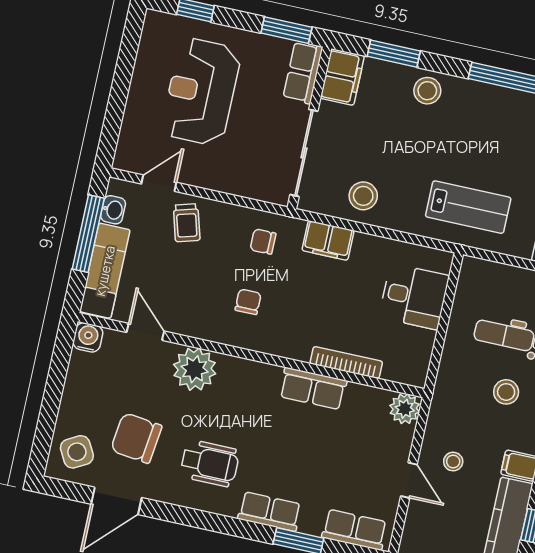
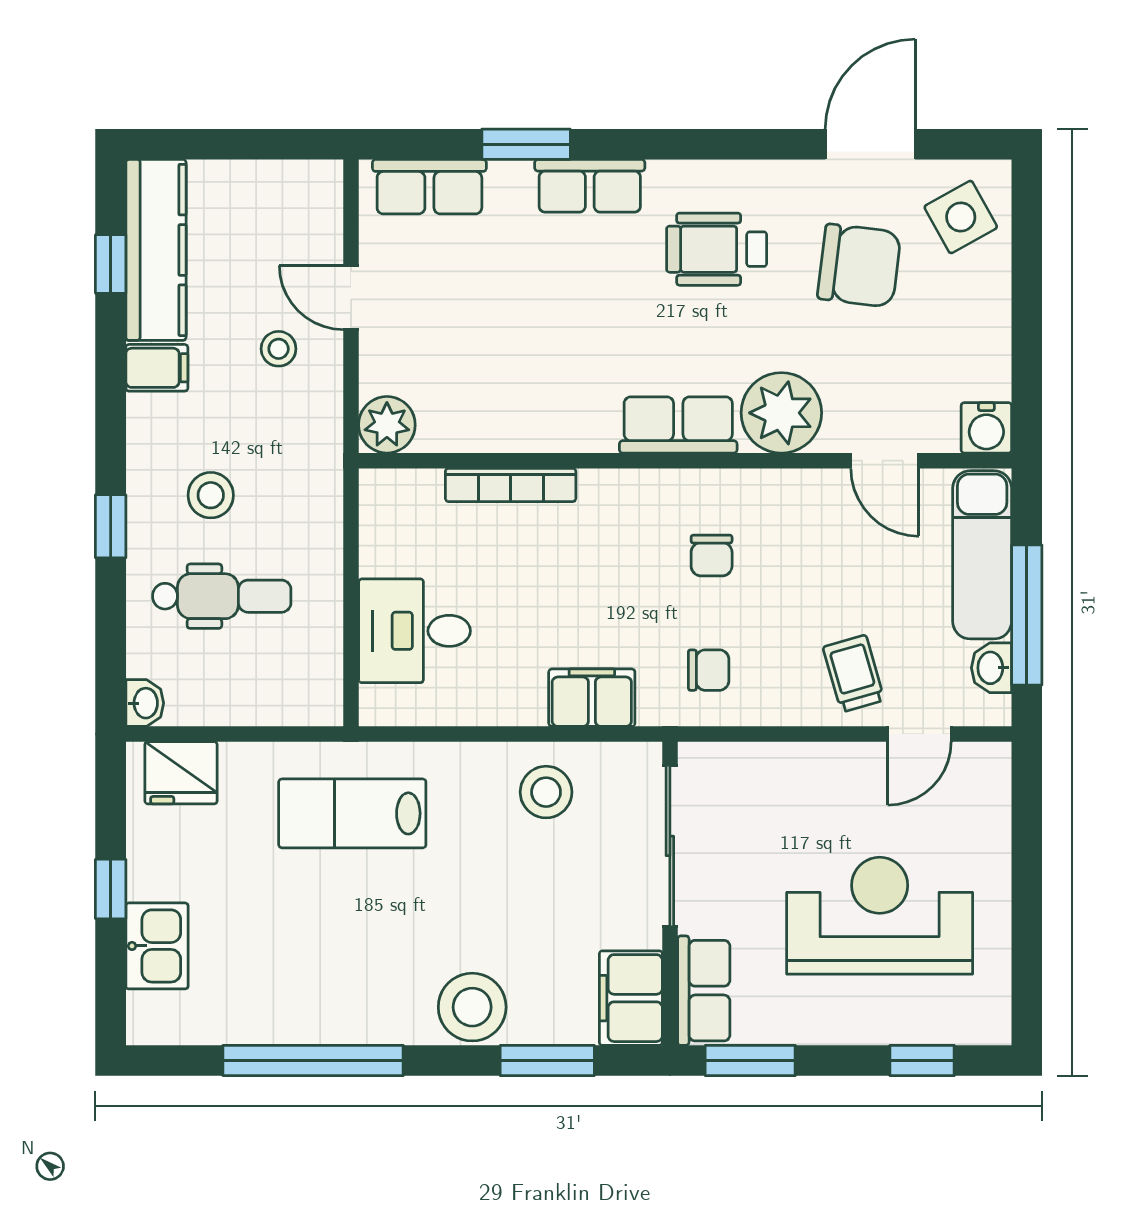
stool: (427, 91) -> (472, 1007), width x1.38, depth x1.38
reception desk: (201, 92) -> (880, 916), turned -90
row of seats: (313, 388) -> (678, 425), moved

